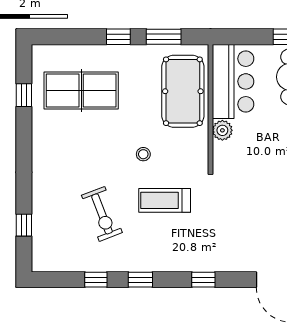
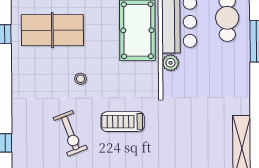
stool: (143, 154) -> (81, 79), moved

